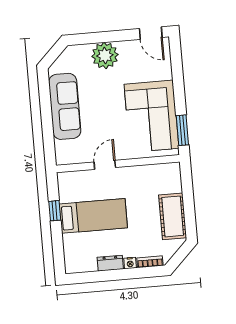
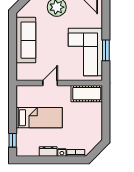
window: (182, 130) -> (106, 50), moved
window: (55, 211) -> (13, 140), moved
cot: (173, 216) -> (87, 94), moved, turned 90

